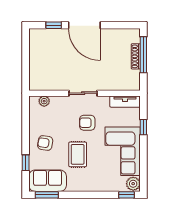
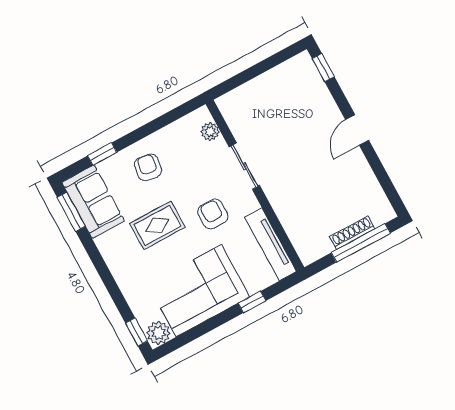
window: (54, 25) -> (323, 68), moved
door: (84, 25) -> (357, 130), width x0.53
sliding door: (83, 93) -> (244, 166), moved
tv unit: (125, 102) -> (271, 244), width x1.41

